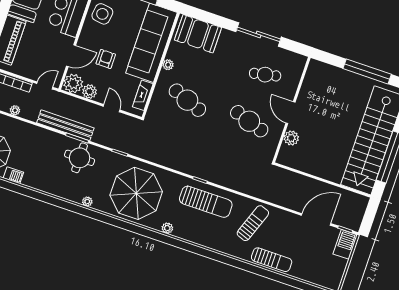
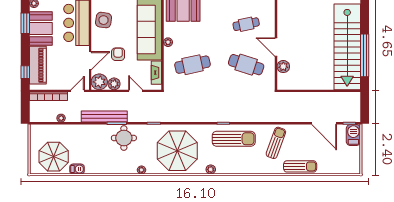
cafe table: (187, 100) -> (192, 65), turned -33
door: (316, 219) -> (324, 123), swing flipped

